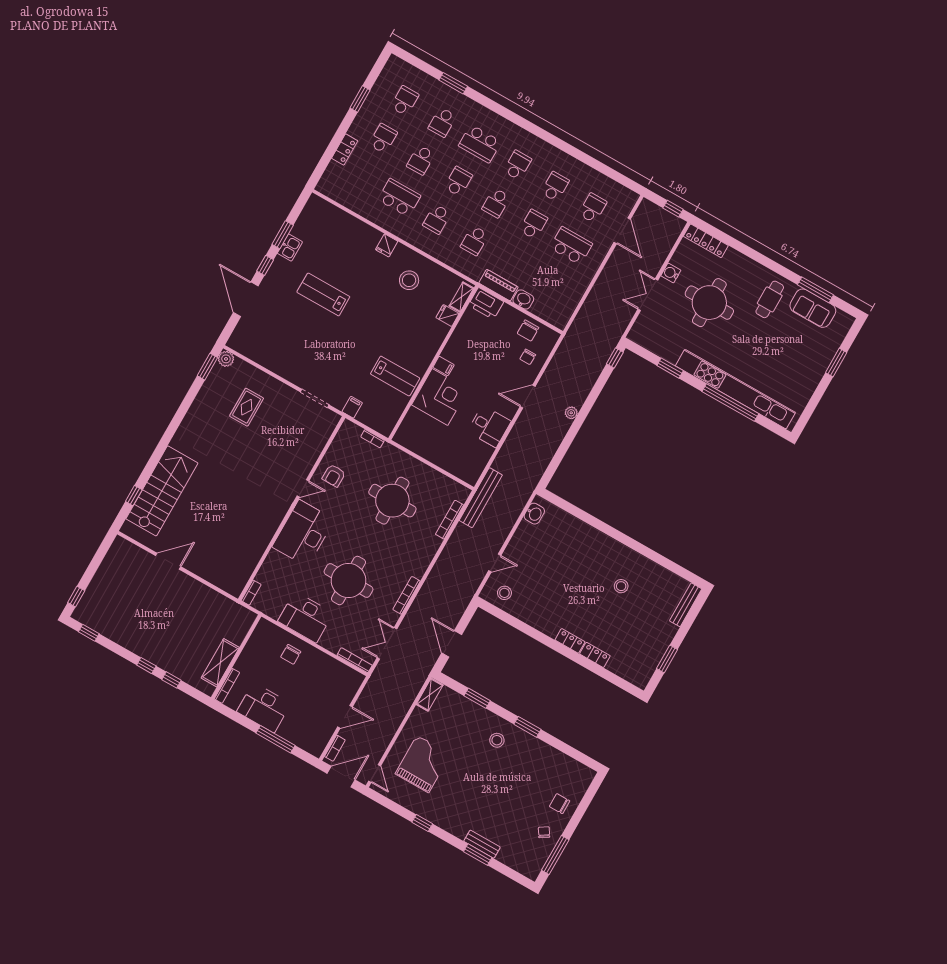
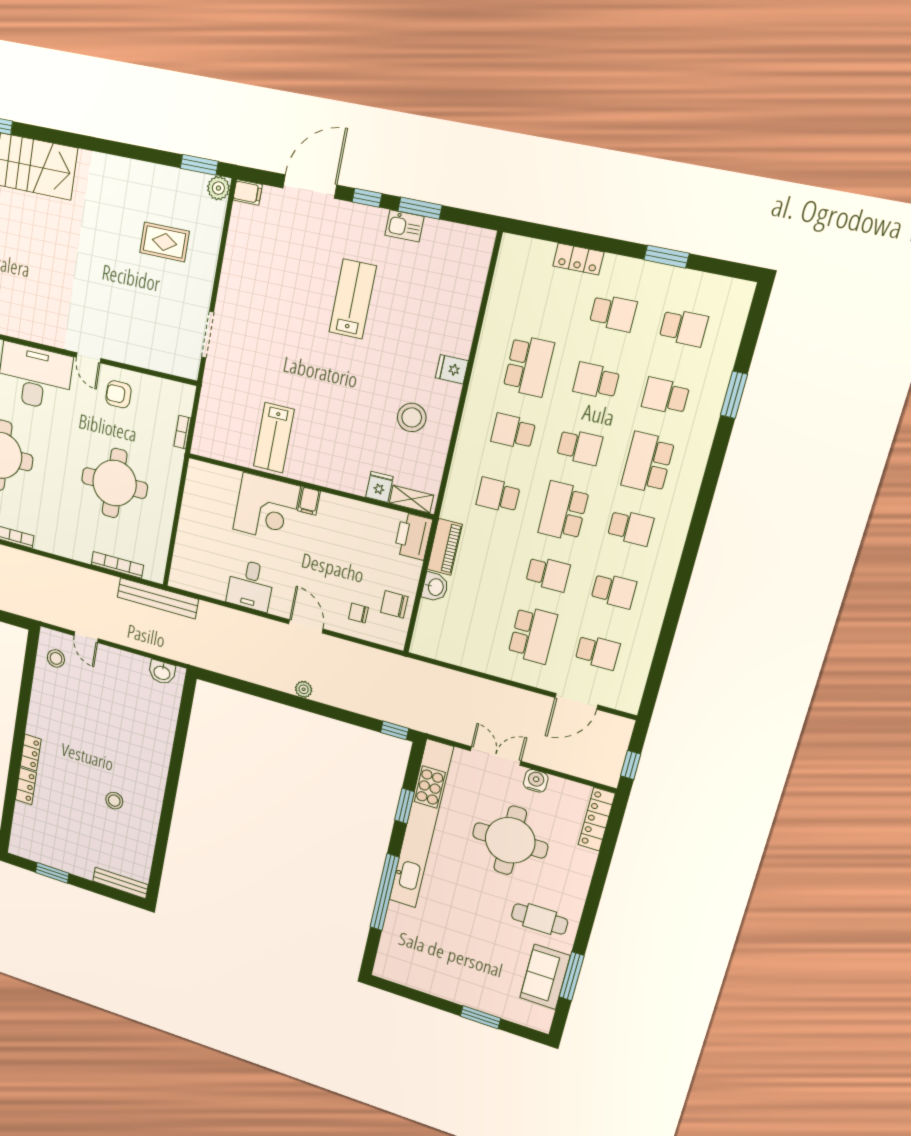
school desk: (496, 203) -> (564, 511), width x1.85
kitchen unit: (735, 389) -> (421, 824), moved
filing cabinet: (352, 407) -> (248, 192), moved

